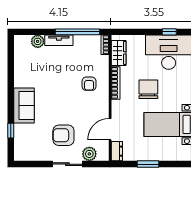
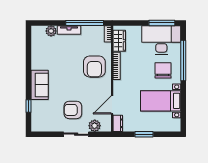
window: (169, 32) -> (162, 23), width x2.17
armchair: (89, 84) -> (94, 67), width x1.88, depth x1.88
chair: (148, 89) -> (163, 70), moved

